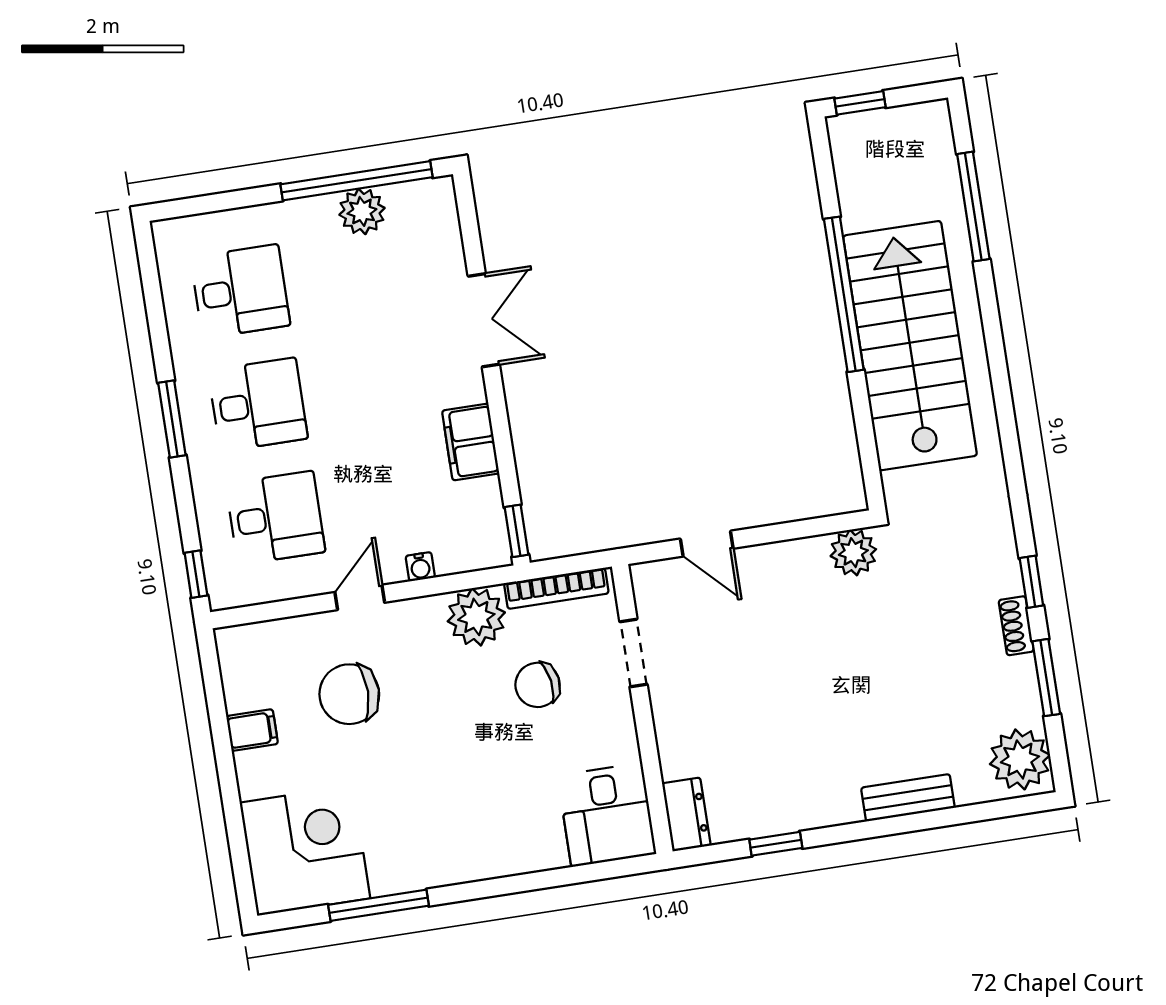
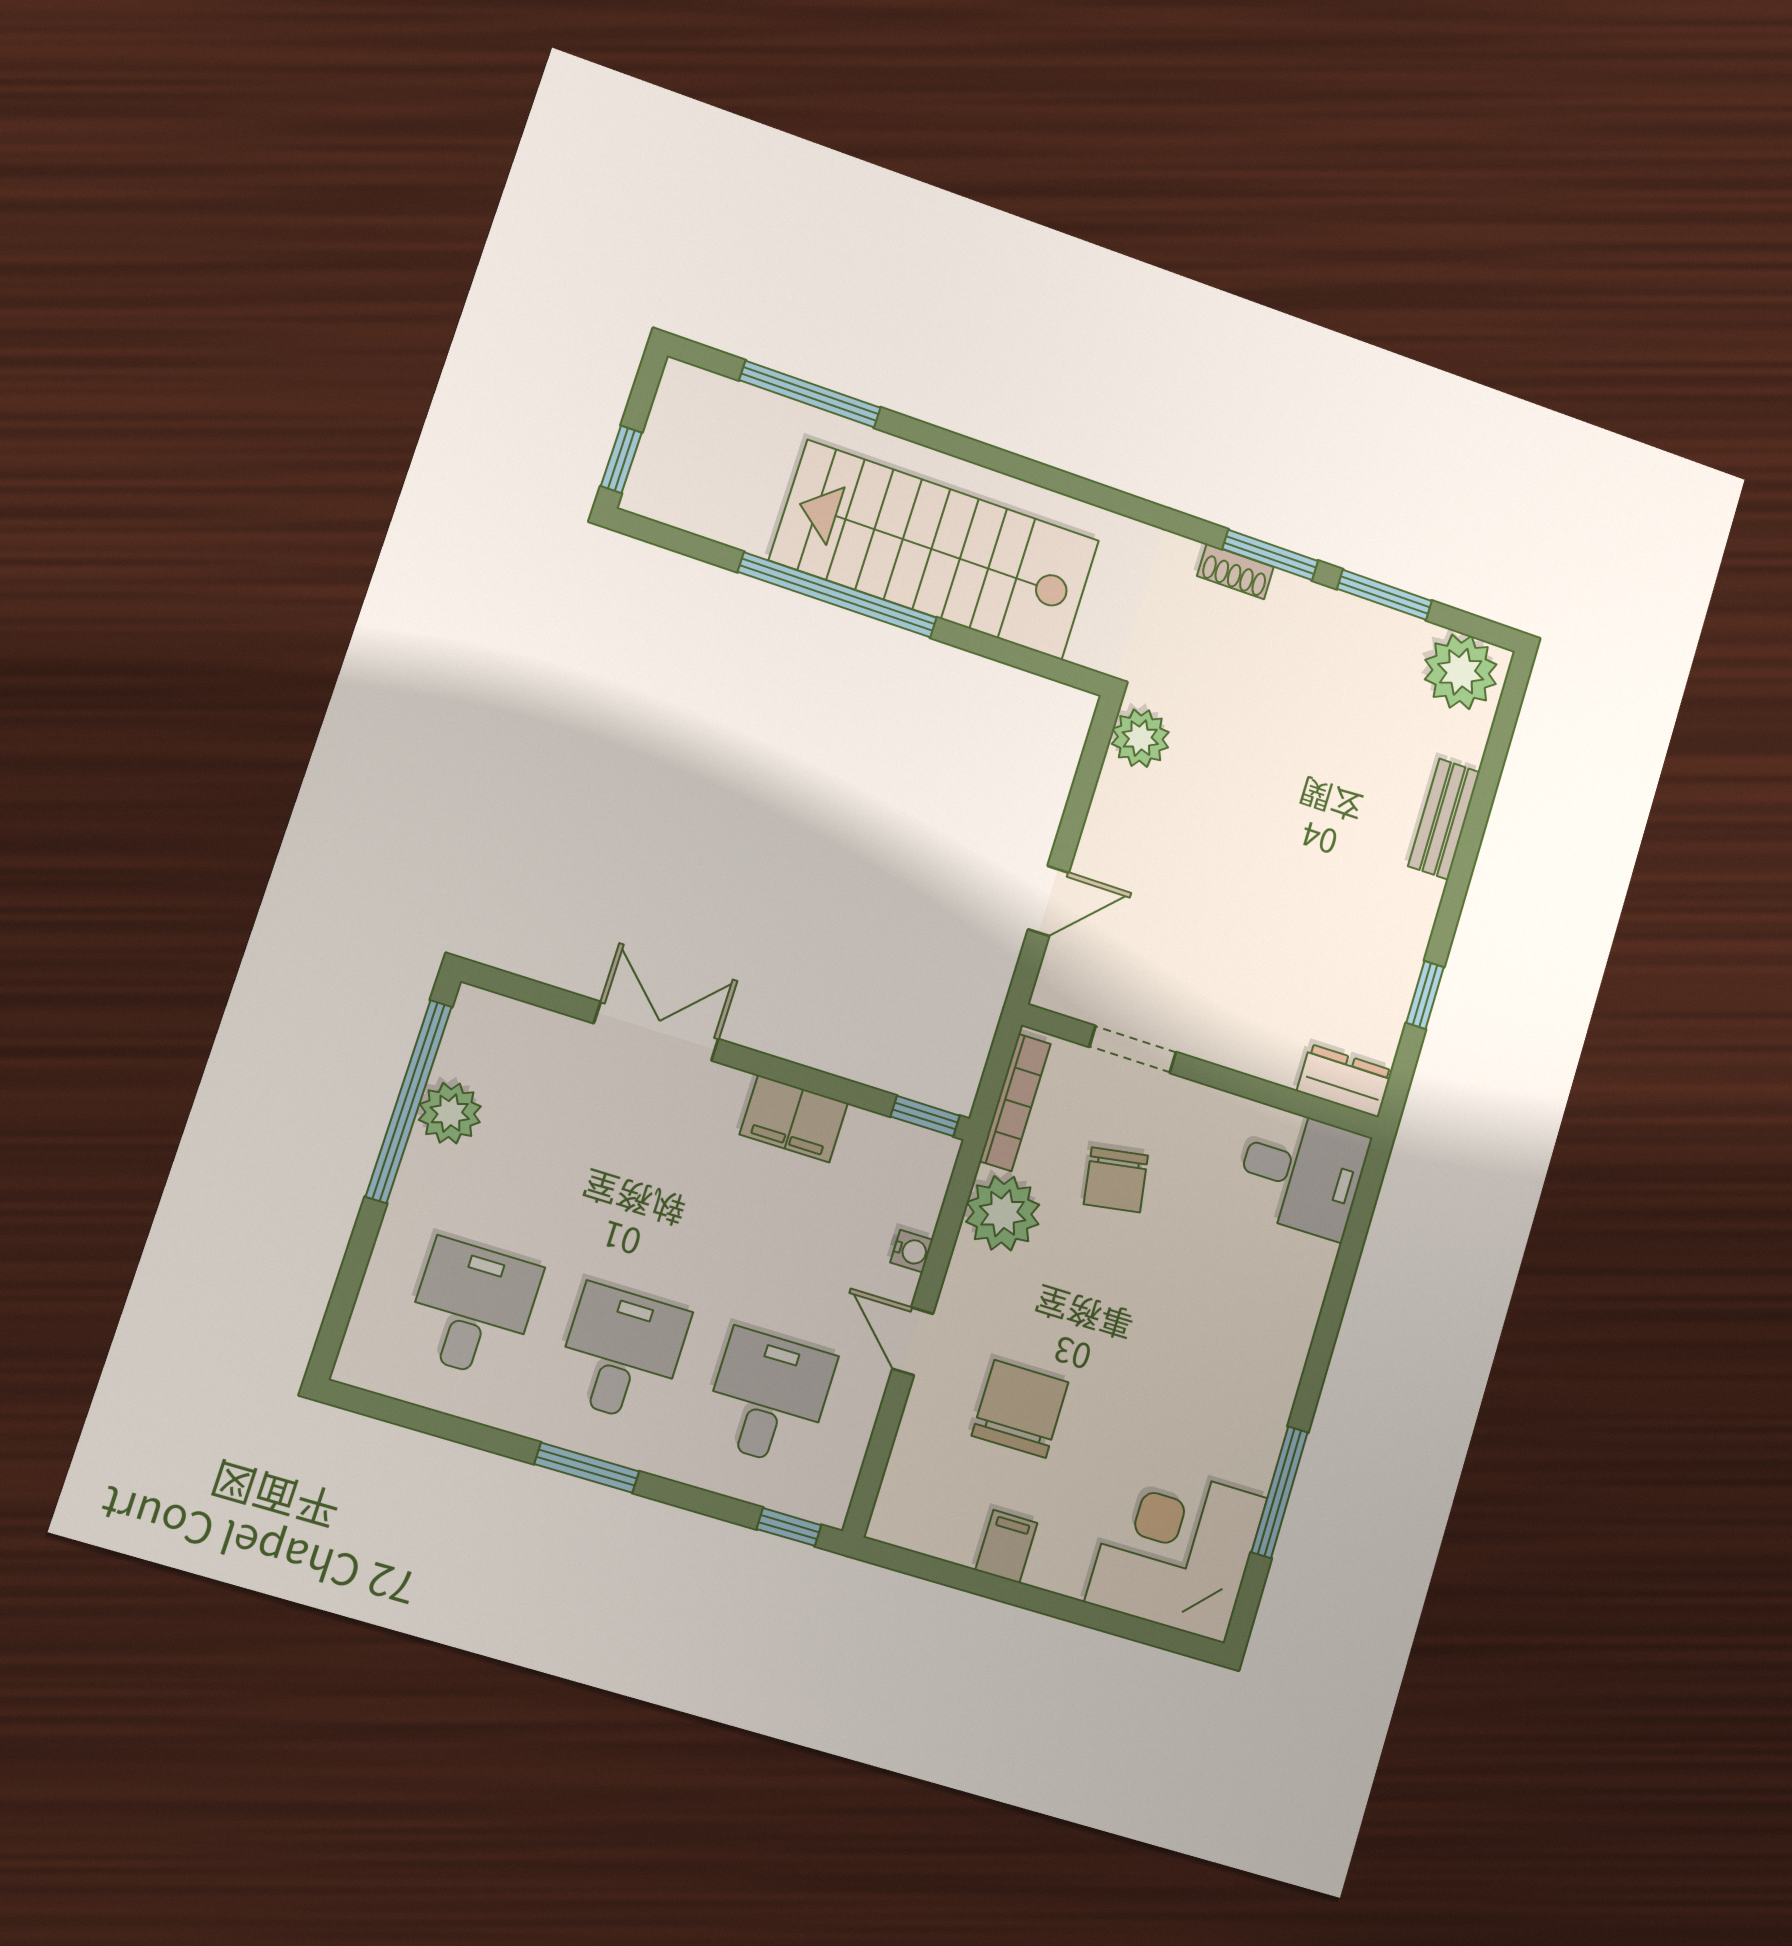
window: (1031, 582) -> (1270, 555), width x1.50
shoe rack: (1016, 626) -> (1235, 571), moved
chair: (349, 694) -> (1020, 1409), turned 180

